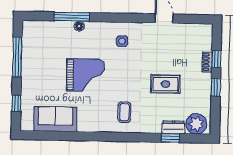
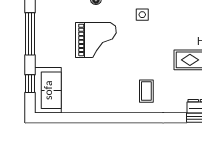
grand piano: (85, 75) -> (96, 40), moved
sofa: (55, 119) -> (48, 90), moved, turned 90

